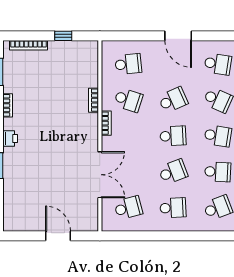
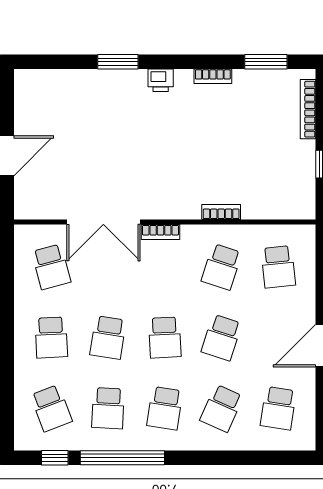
school desk: (173, 100) -> (222, 338), turned 42
bookcase: (106, 123) -> (160, 232), moved
school desk: (173, 172) -> (108, 338), turned 30

